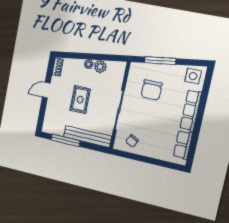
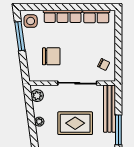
window: (160, 61) -> (20, 36), moved
plant: (100, 66) -> (37, 96), moved
rug: (80, 100) -> (75, 123), width x1.36, depth x1.43

